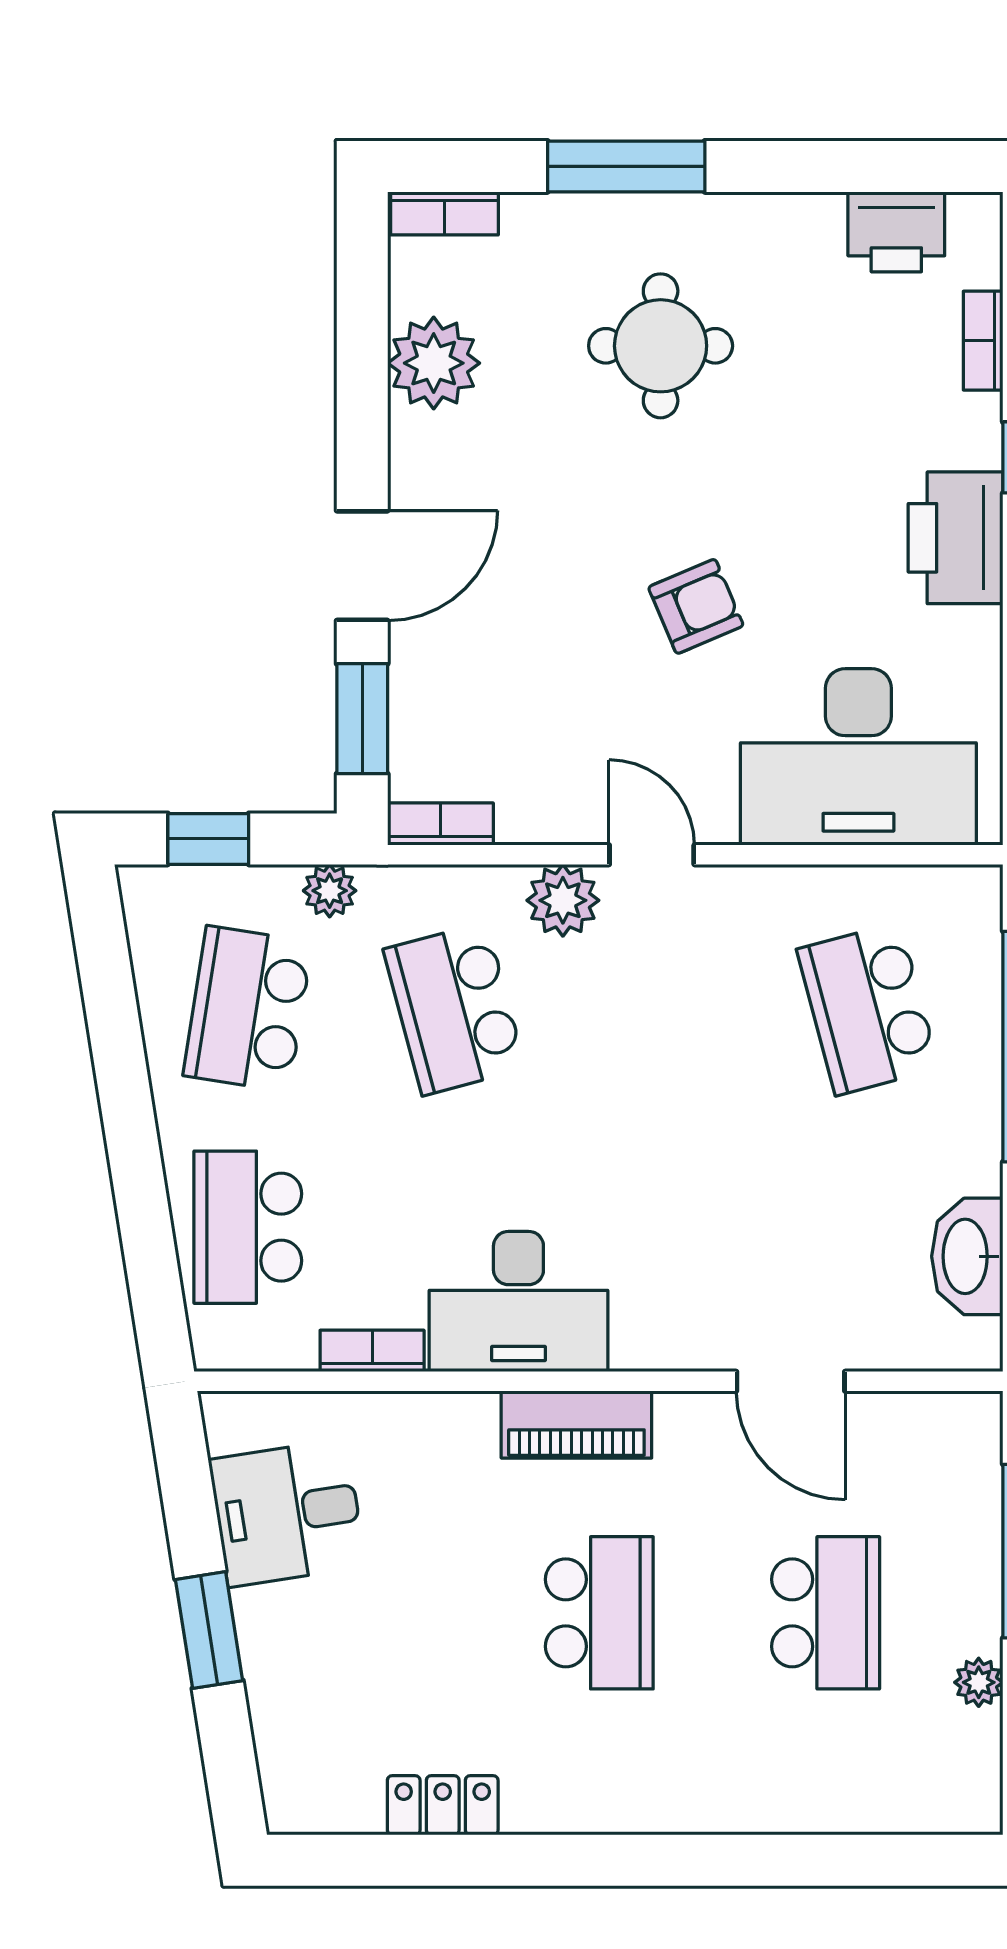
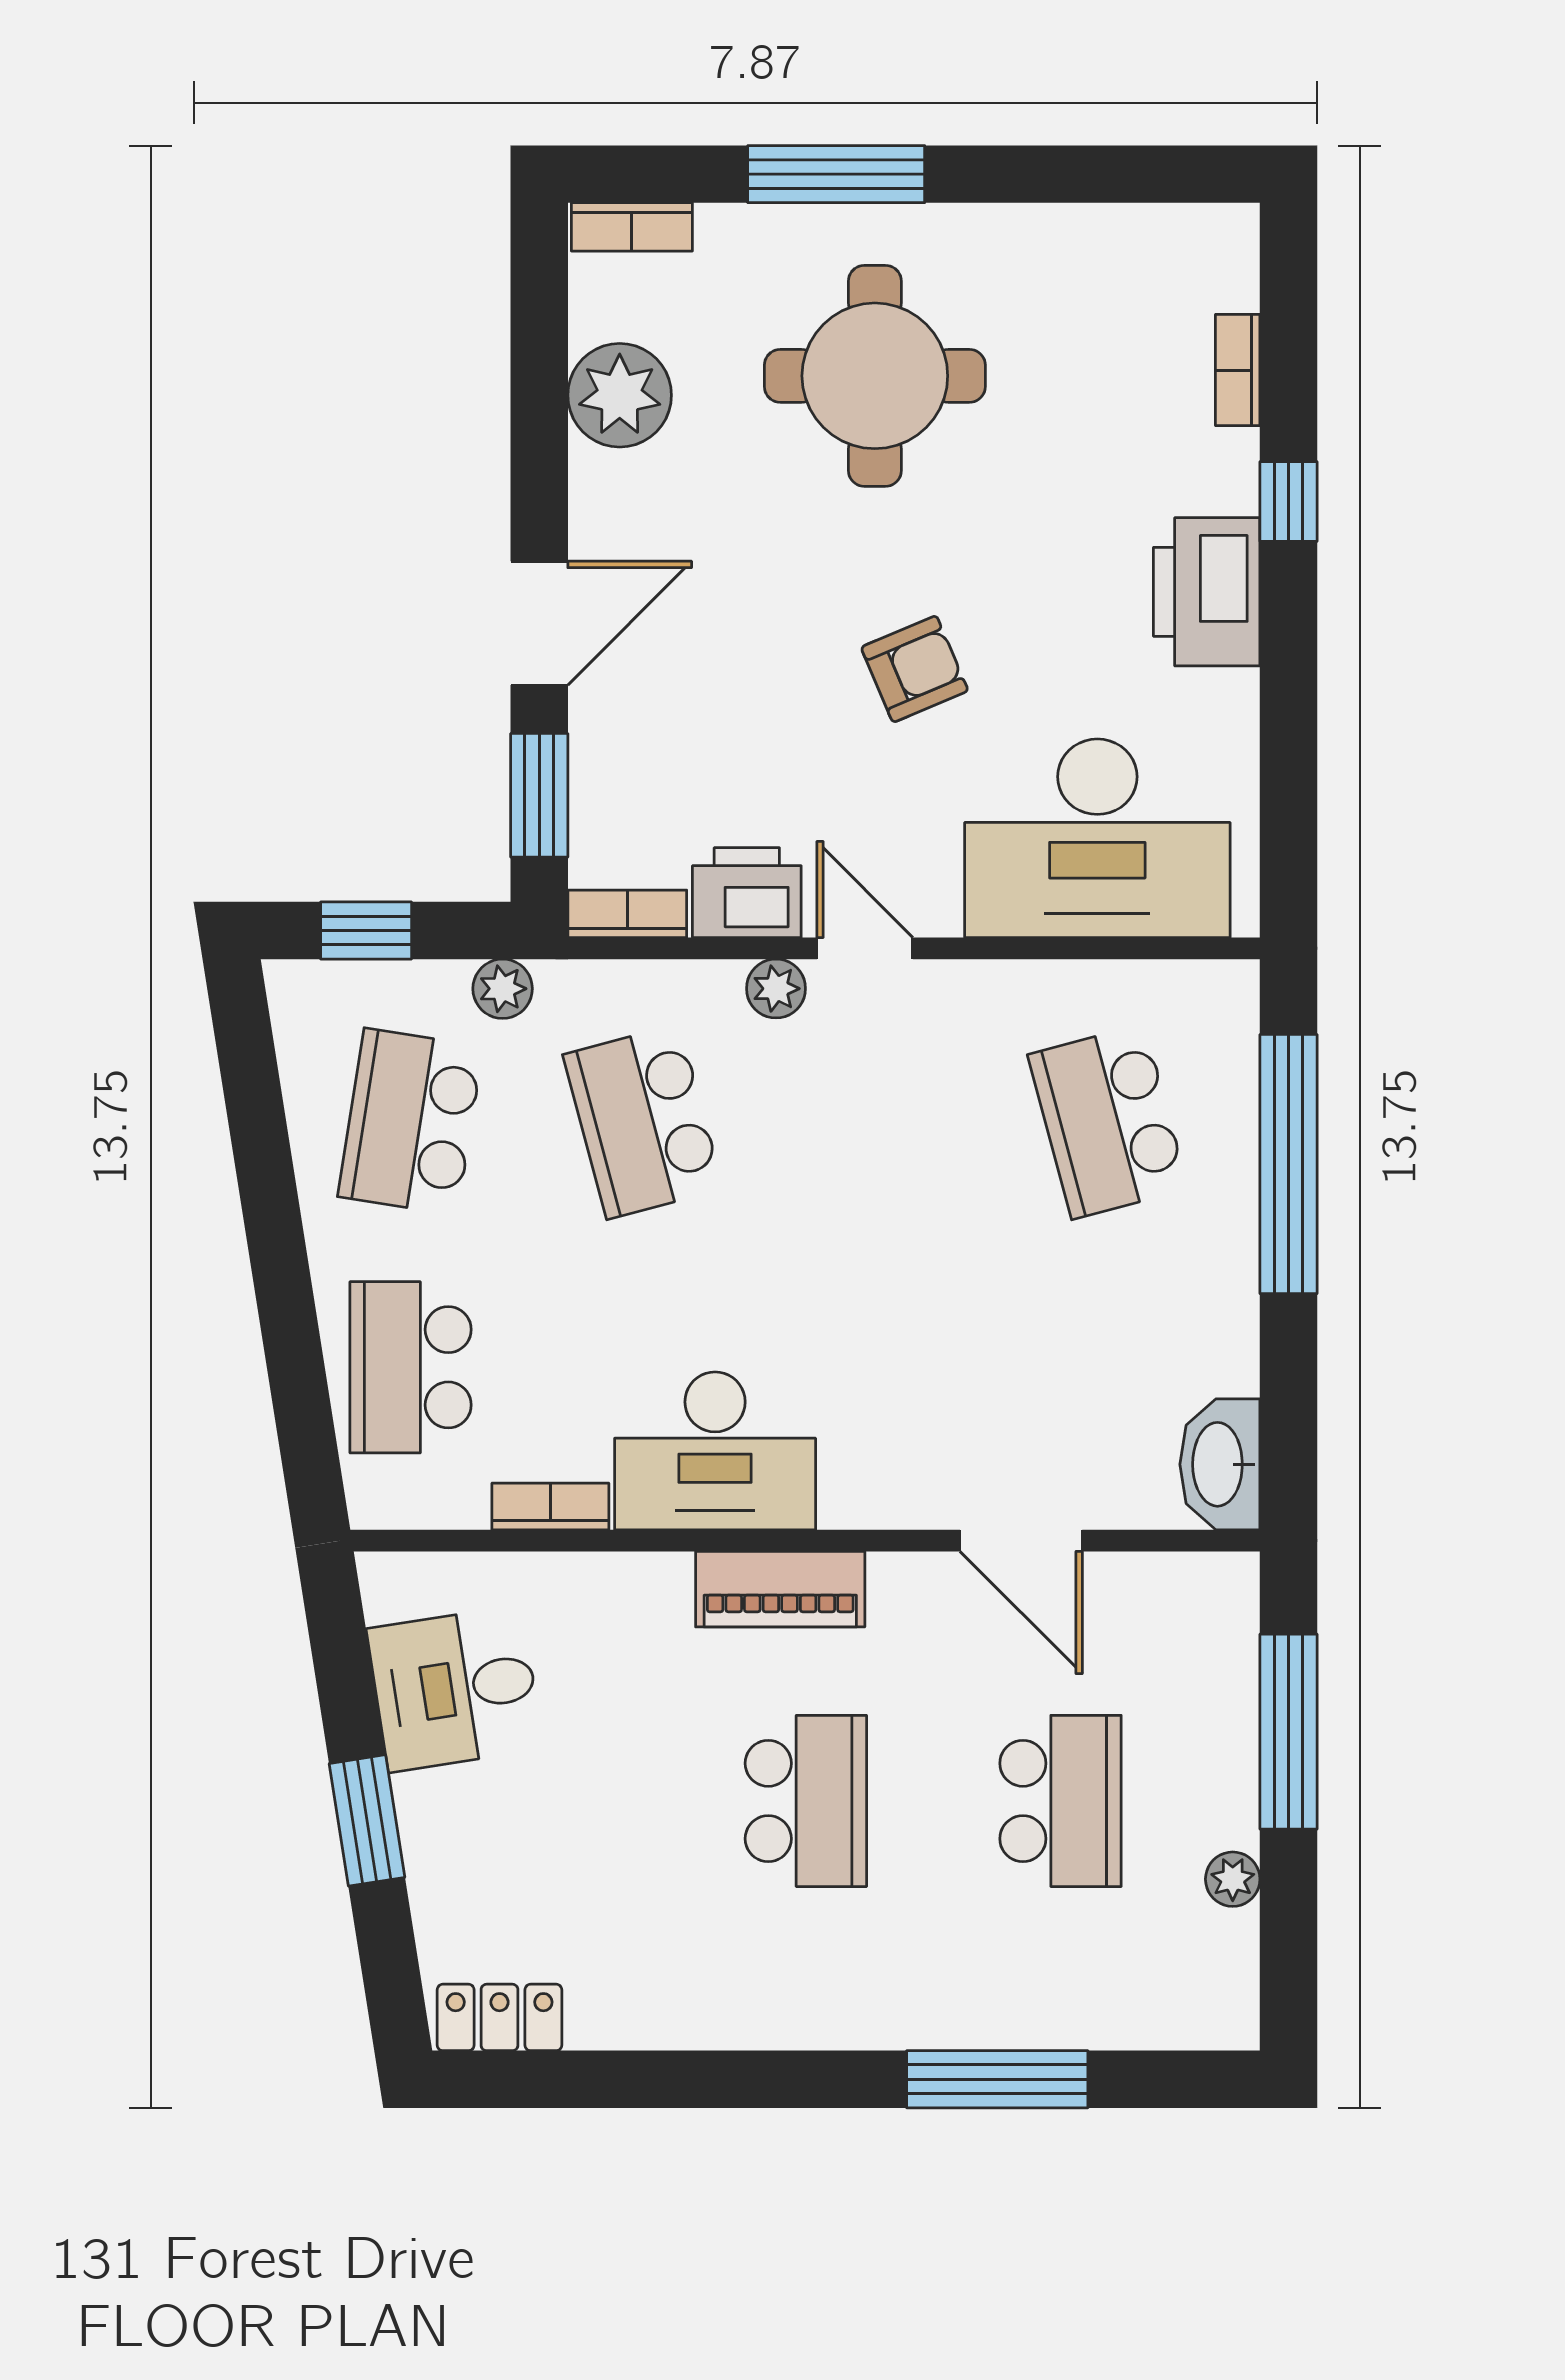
printer: (896, 232) -> (747, 893), moved, turned 180
round table: (661, 346) -> (875, 376), width x1.36, depth x1.36
plant: (563, 900) -> (776, 989), width x0.73, depth x0.73
washbasin: (967, 1256) -> (1220, 1464), moved
locker: (443, 1805) -> (500, 2017), moved
window: (769, 1860) -> (997, 2079), added

